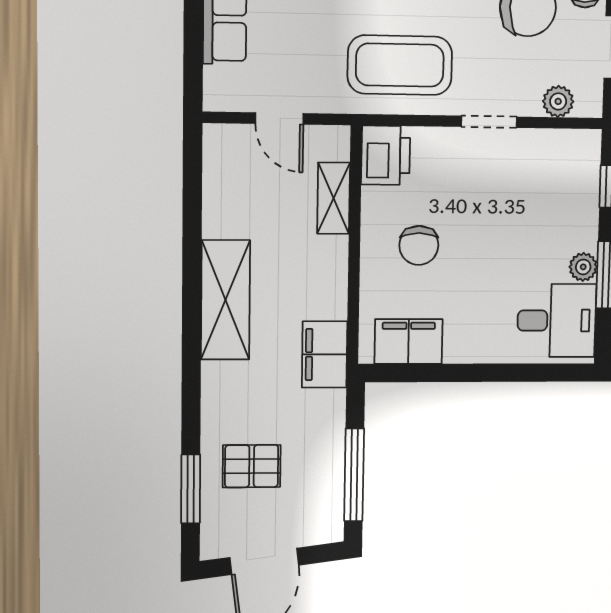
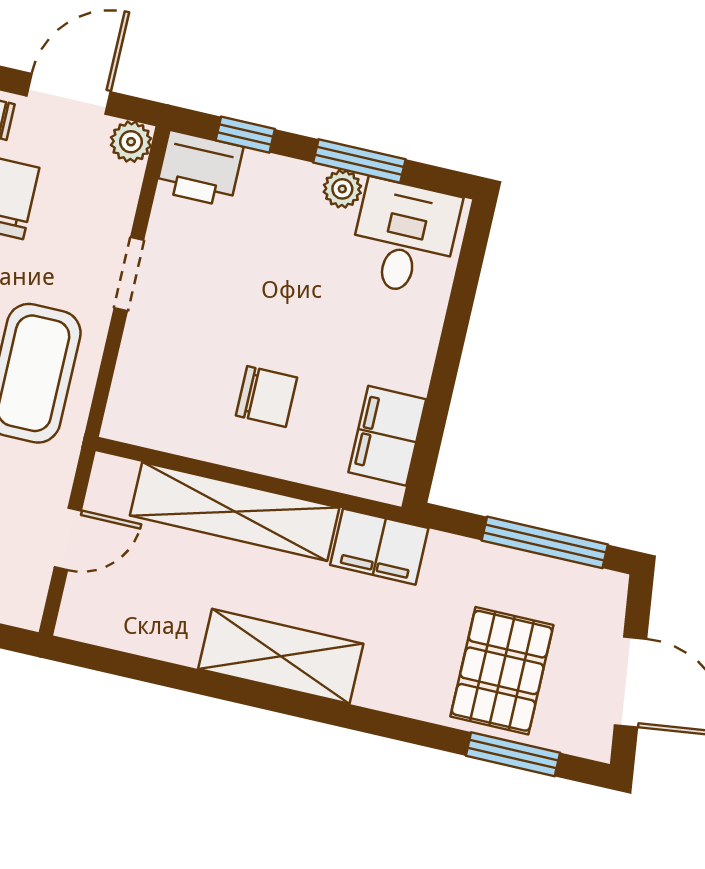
plant: (558, 101) -> (131, 142), moved
printer: (386, 155) -> (200, 169), moved, turned 180
shelving: (334, 198) -> (235, 512), width x2.20, depth x1.33
pallet: (252, 466) -> (502, 671), width x1.50, depth x1.42

